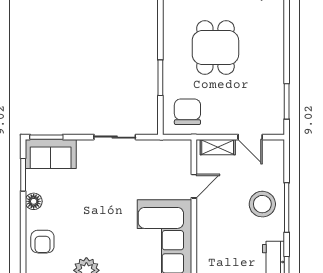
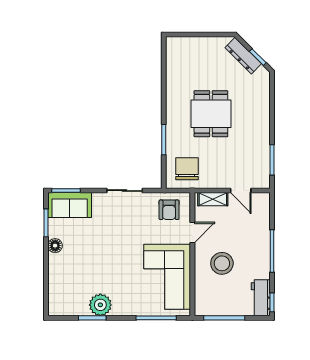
stool: (262, 204) -> (222, 263), moved
armchair: (42, 242) -> (169, 210), moved

